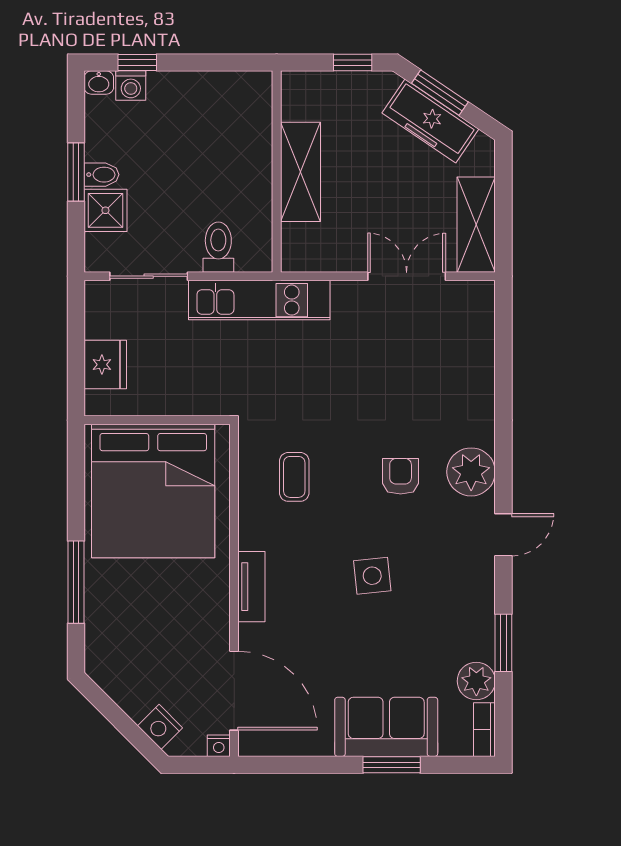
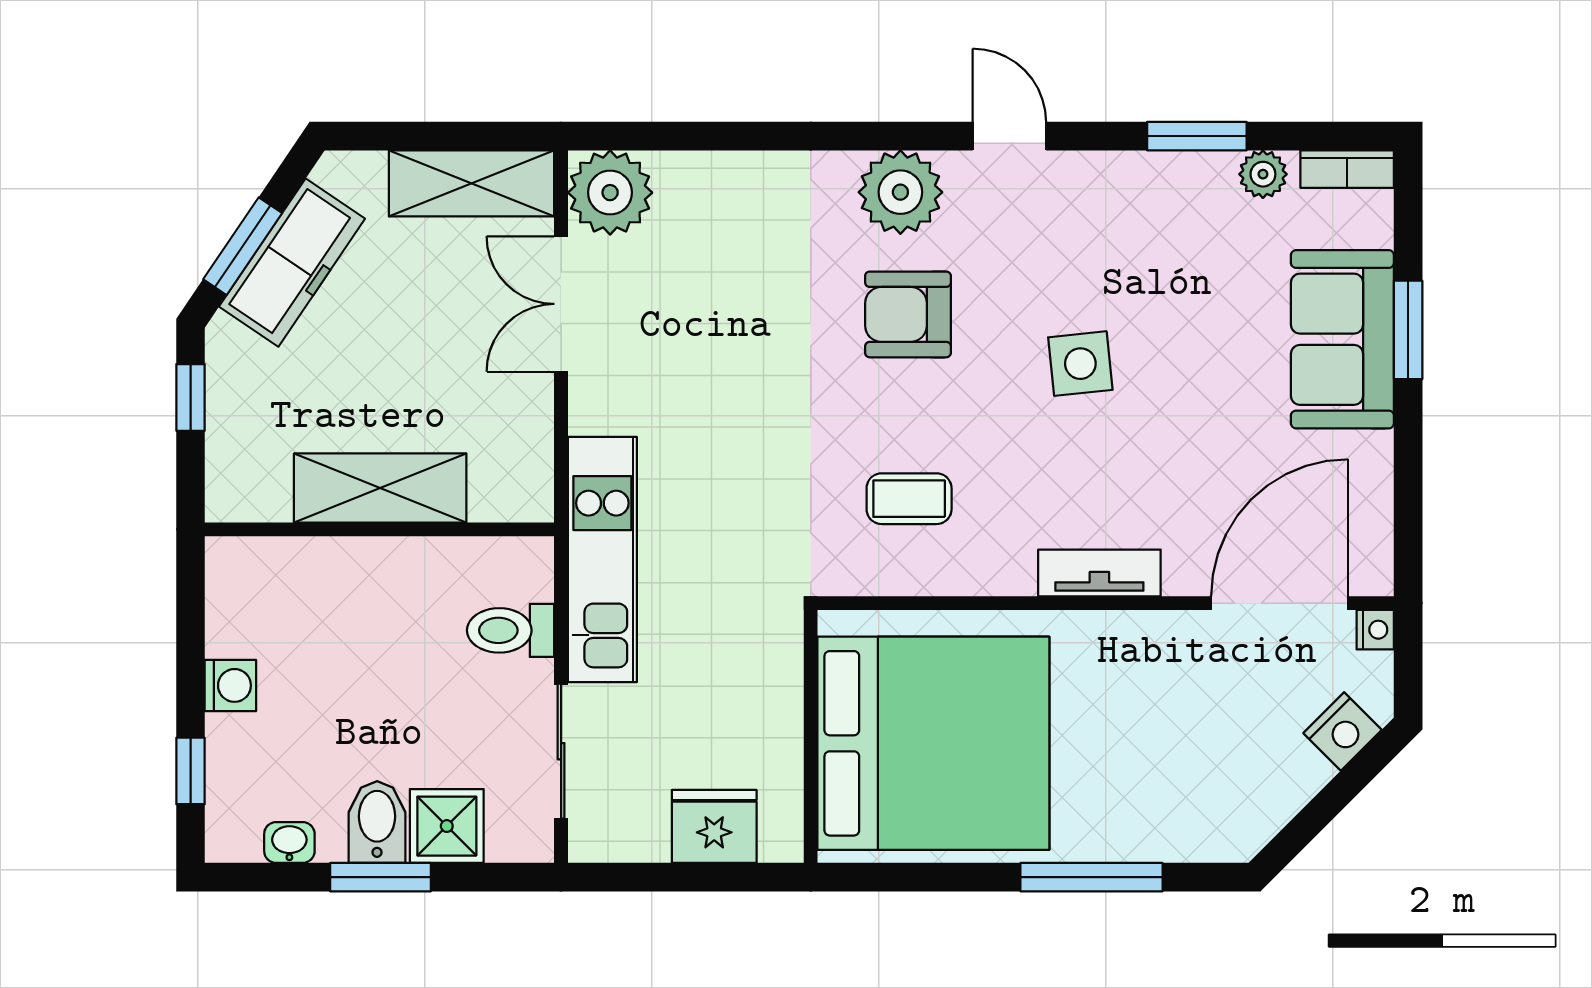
washbasin: (99, 82) -> (289, 843), moved, turned -90
washing machine: (131, 86) -> (230, 685), moved
bidet: (102, 175) -> (377, 822), width x1.38, depth x1.36
plant: (471, 304) -> (610, 193), added
armchair: (401, 476) -> (908, 314), width x1.38, depth x1.38
plant: (476, 681) -> (1263, 174), width x0.73, depth x0.73

